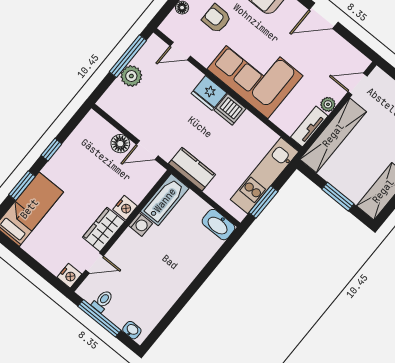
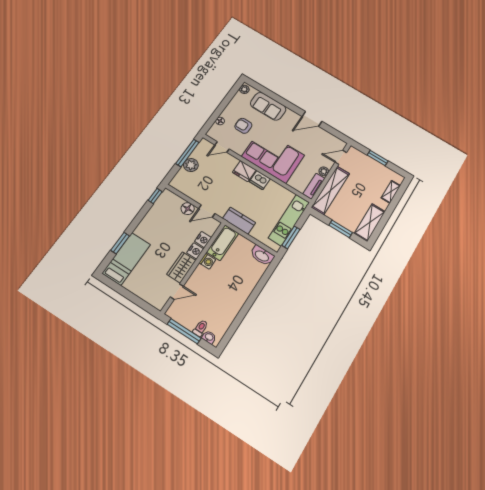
window: (51, 150) -> (155, 196), moved
nightstand: (69, 276) -> (203, 240), moved
toilet: (103, 301) -> (200, 328), moved

